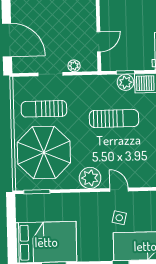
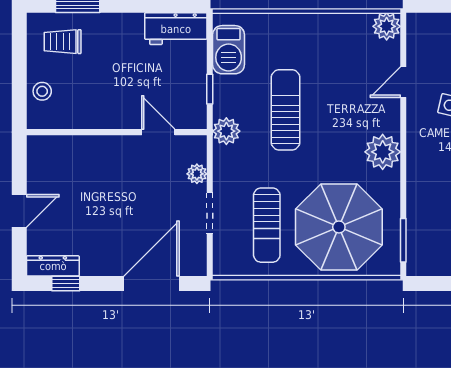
plant: (125, 82) -> (226, 131), moved
door: (119, 190) -> (403, 82), moved

